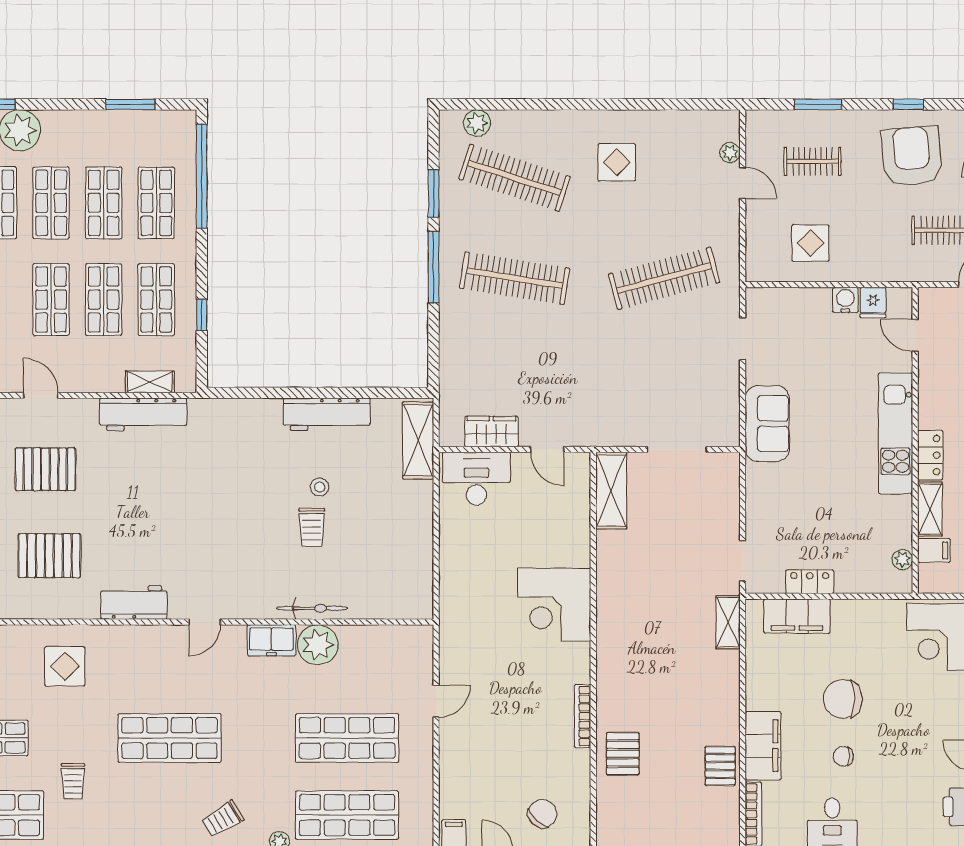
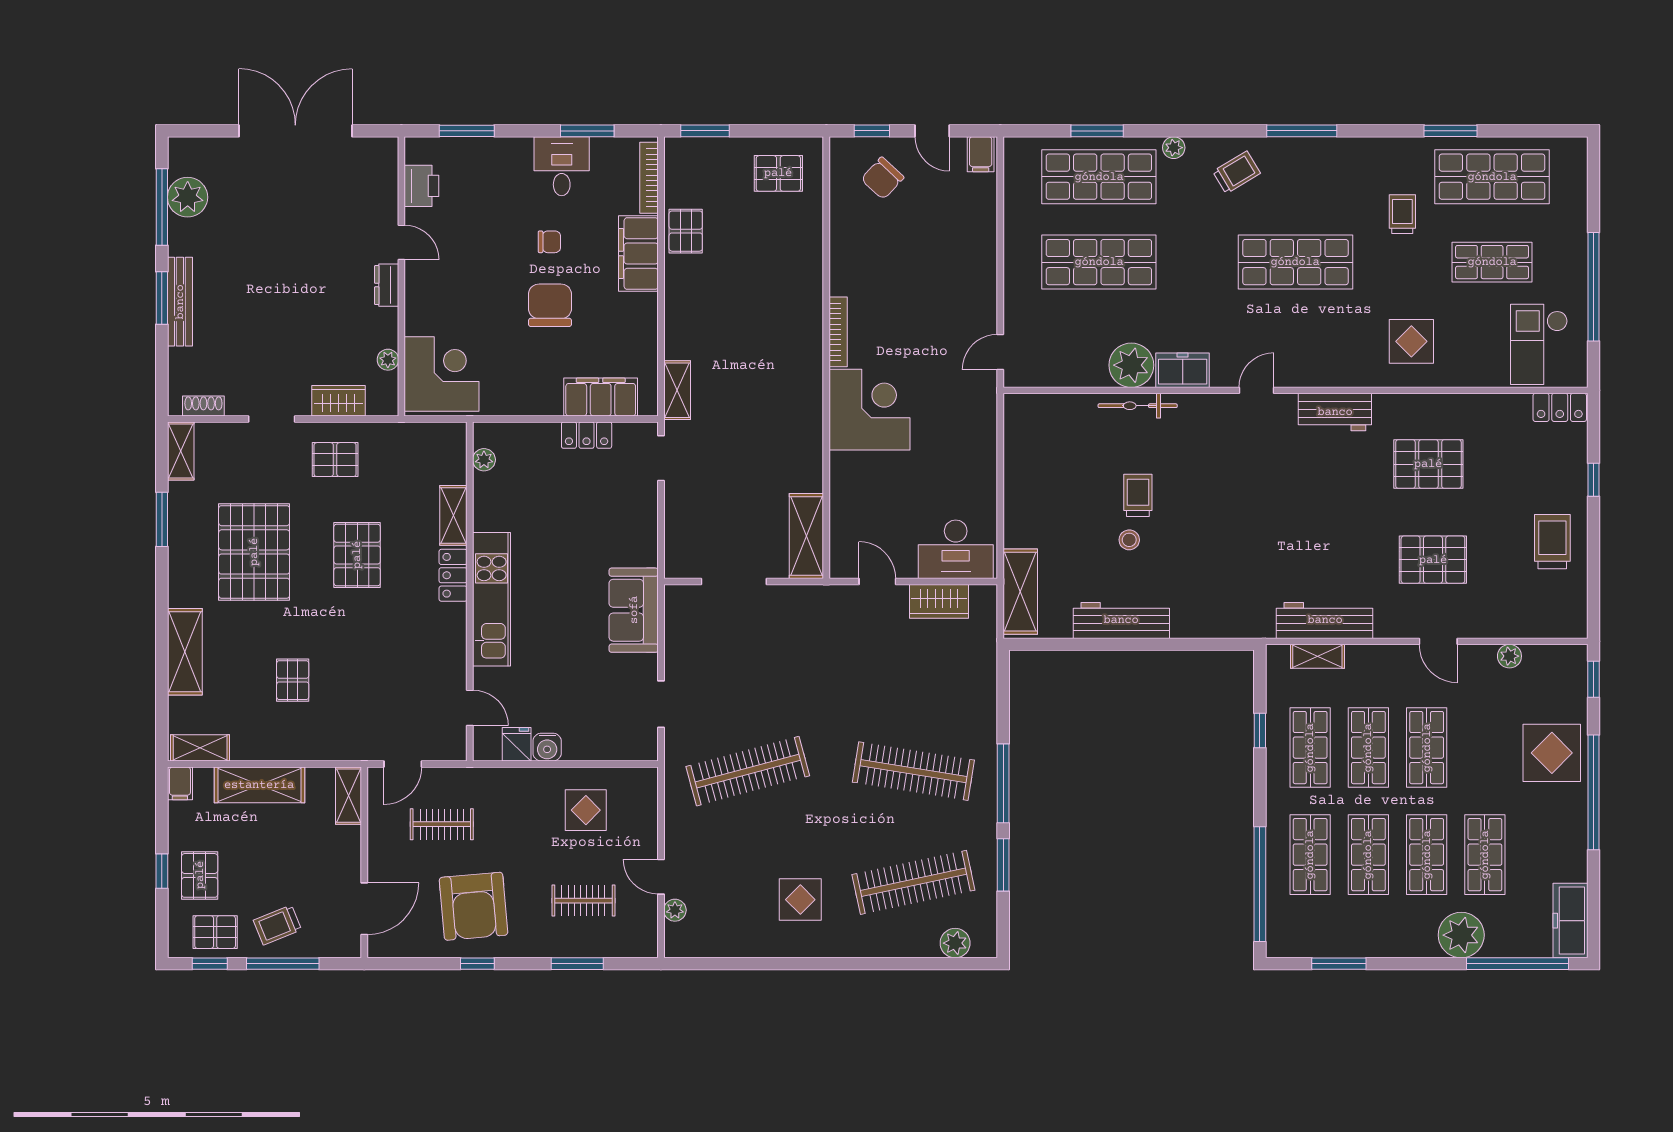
clothes rail: (515, 178) -> (913, 882), turned -30
filing cabinet: (934, 550) -> (449, 470), removed
chair: (843, 699) -> (550, 305), turned -90
door: (436, 701) -> (1000, 352), moved
bookcase: (583, 716) -> (838, 332), moved
pallet: (623, 754) -> (778, 173), moved, turned 90

